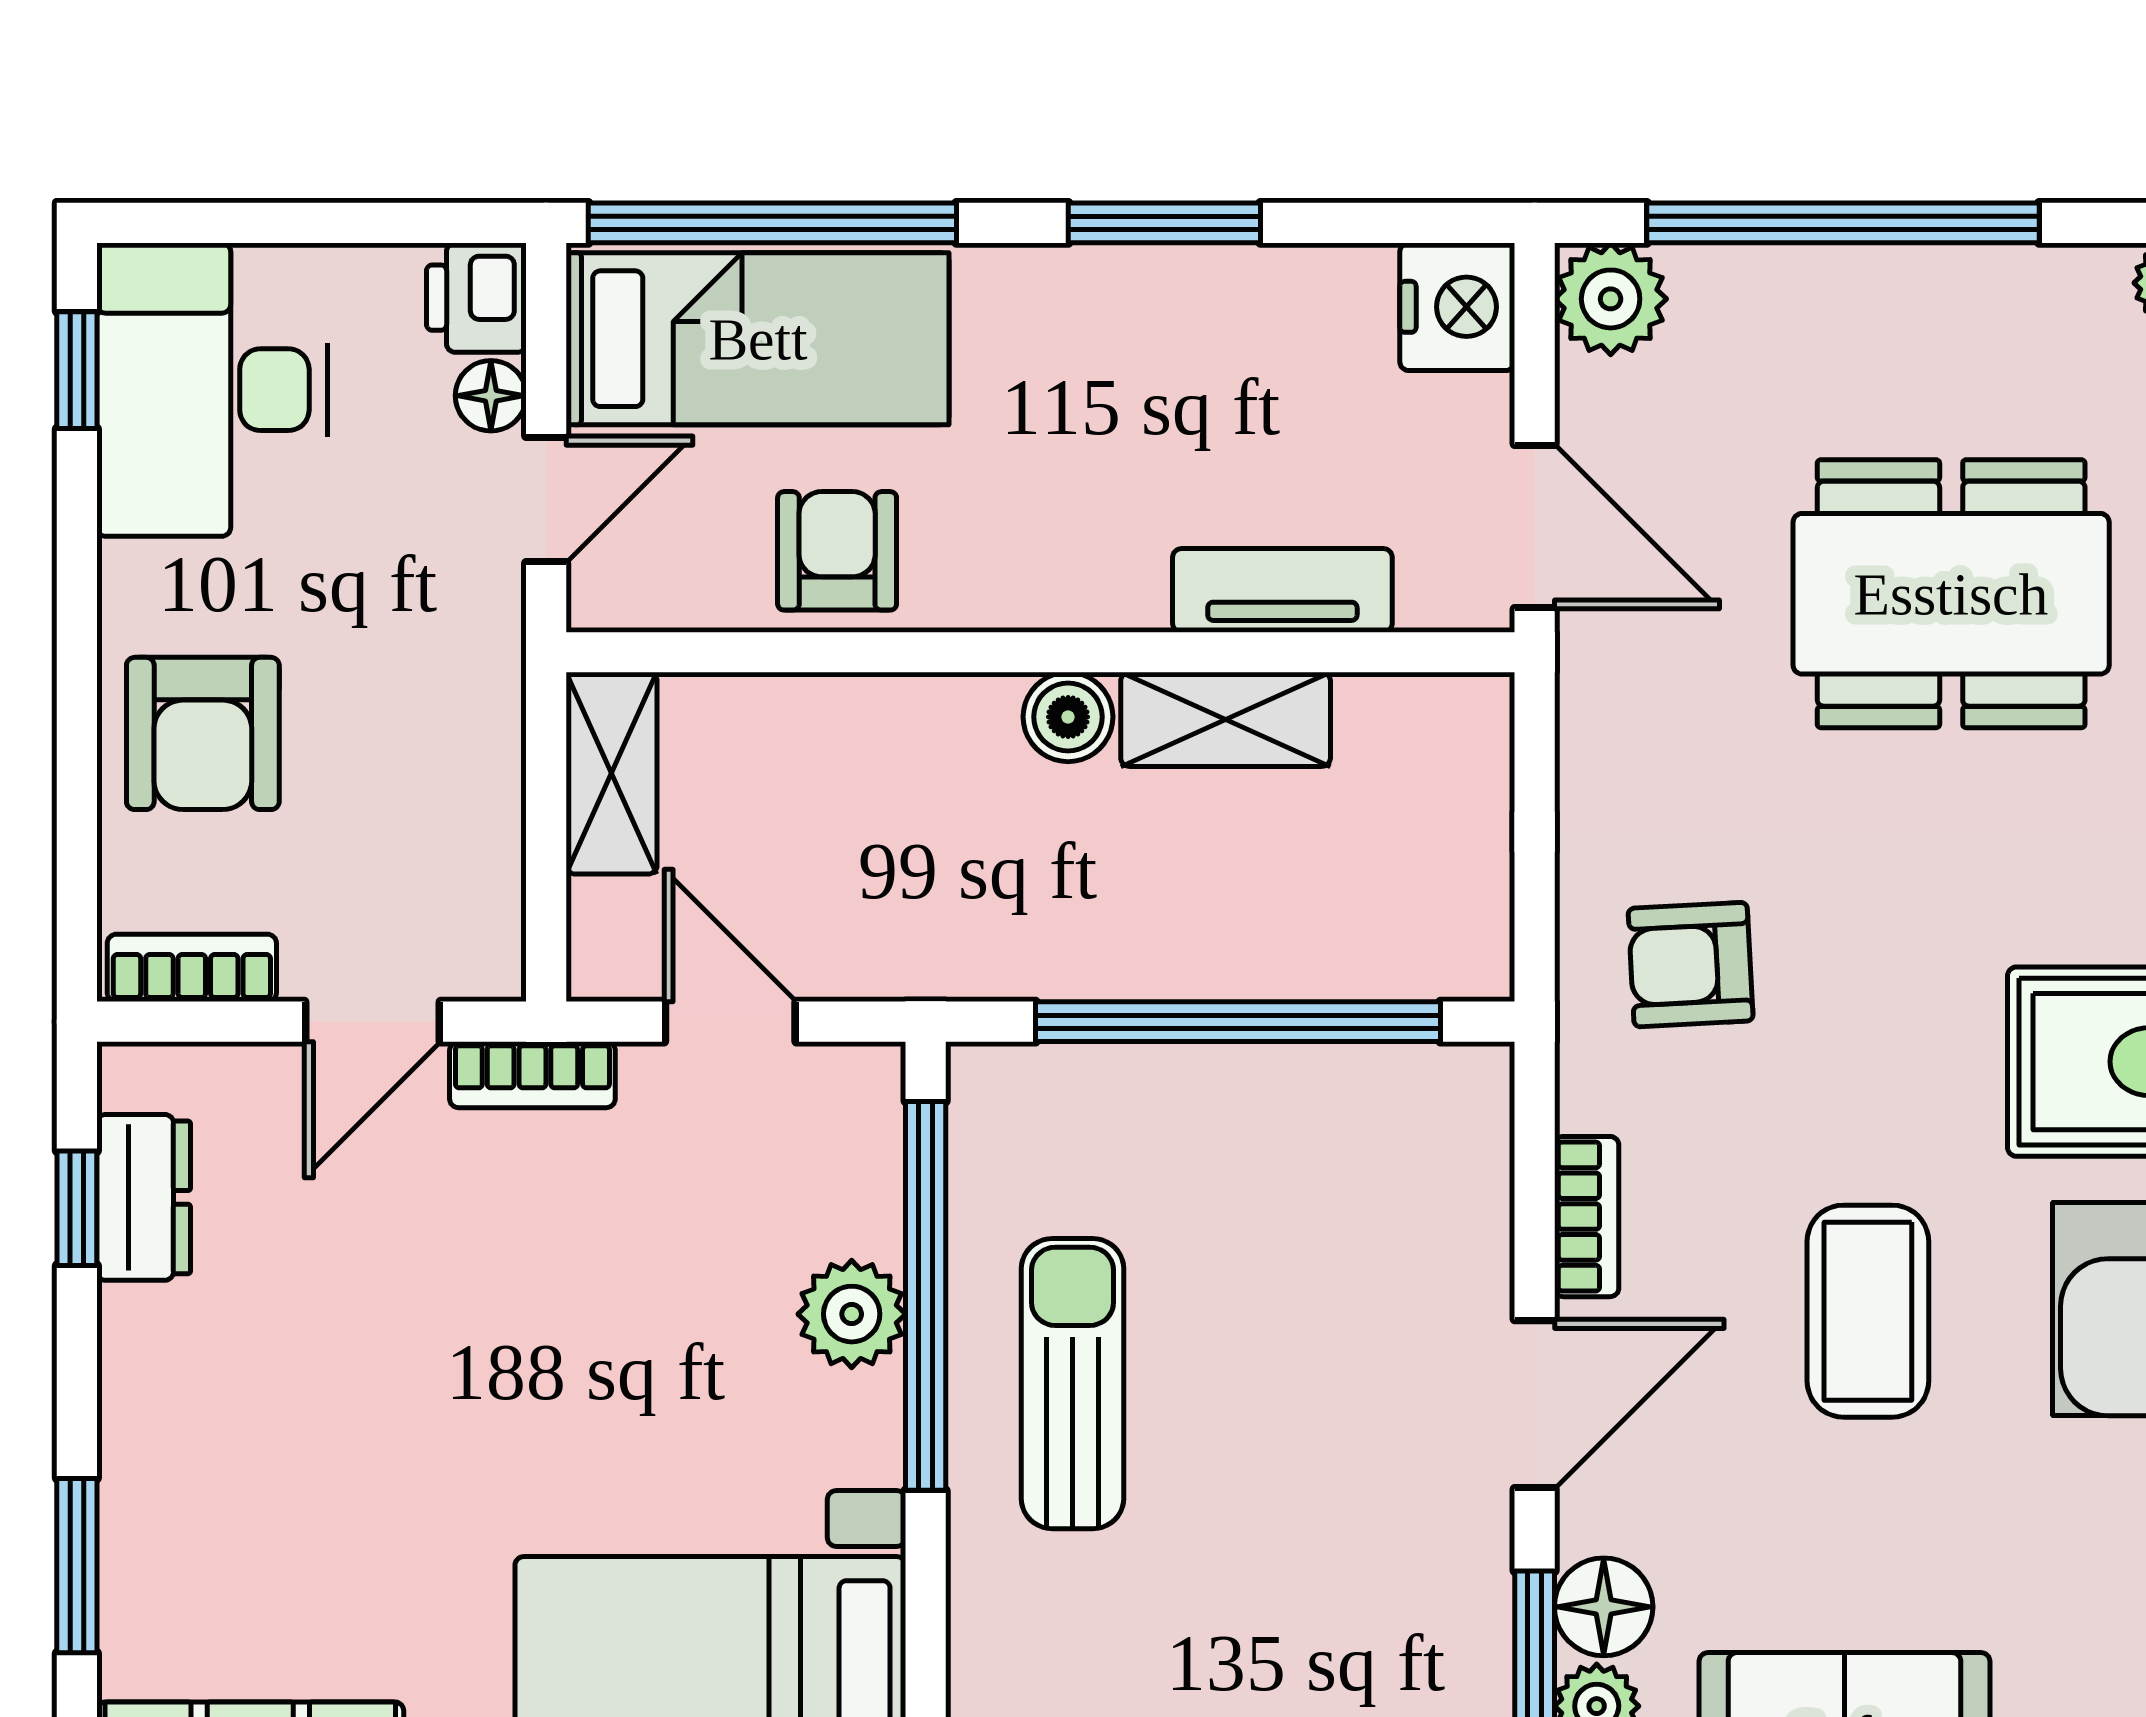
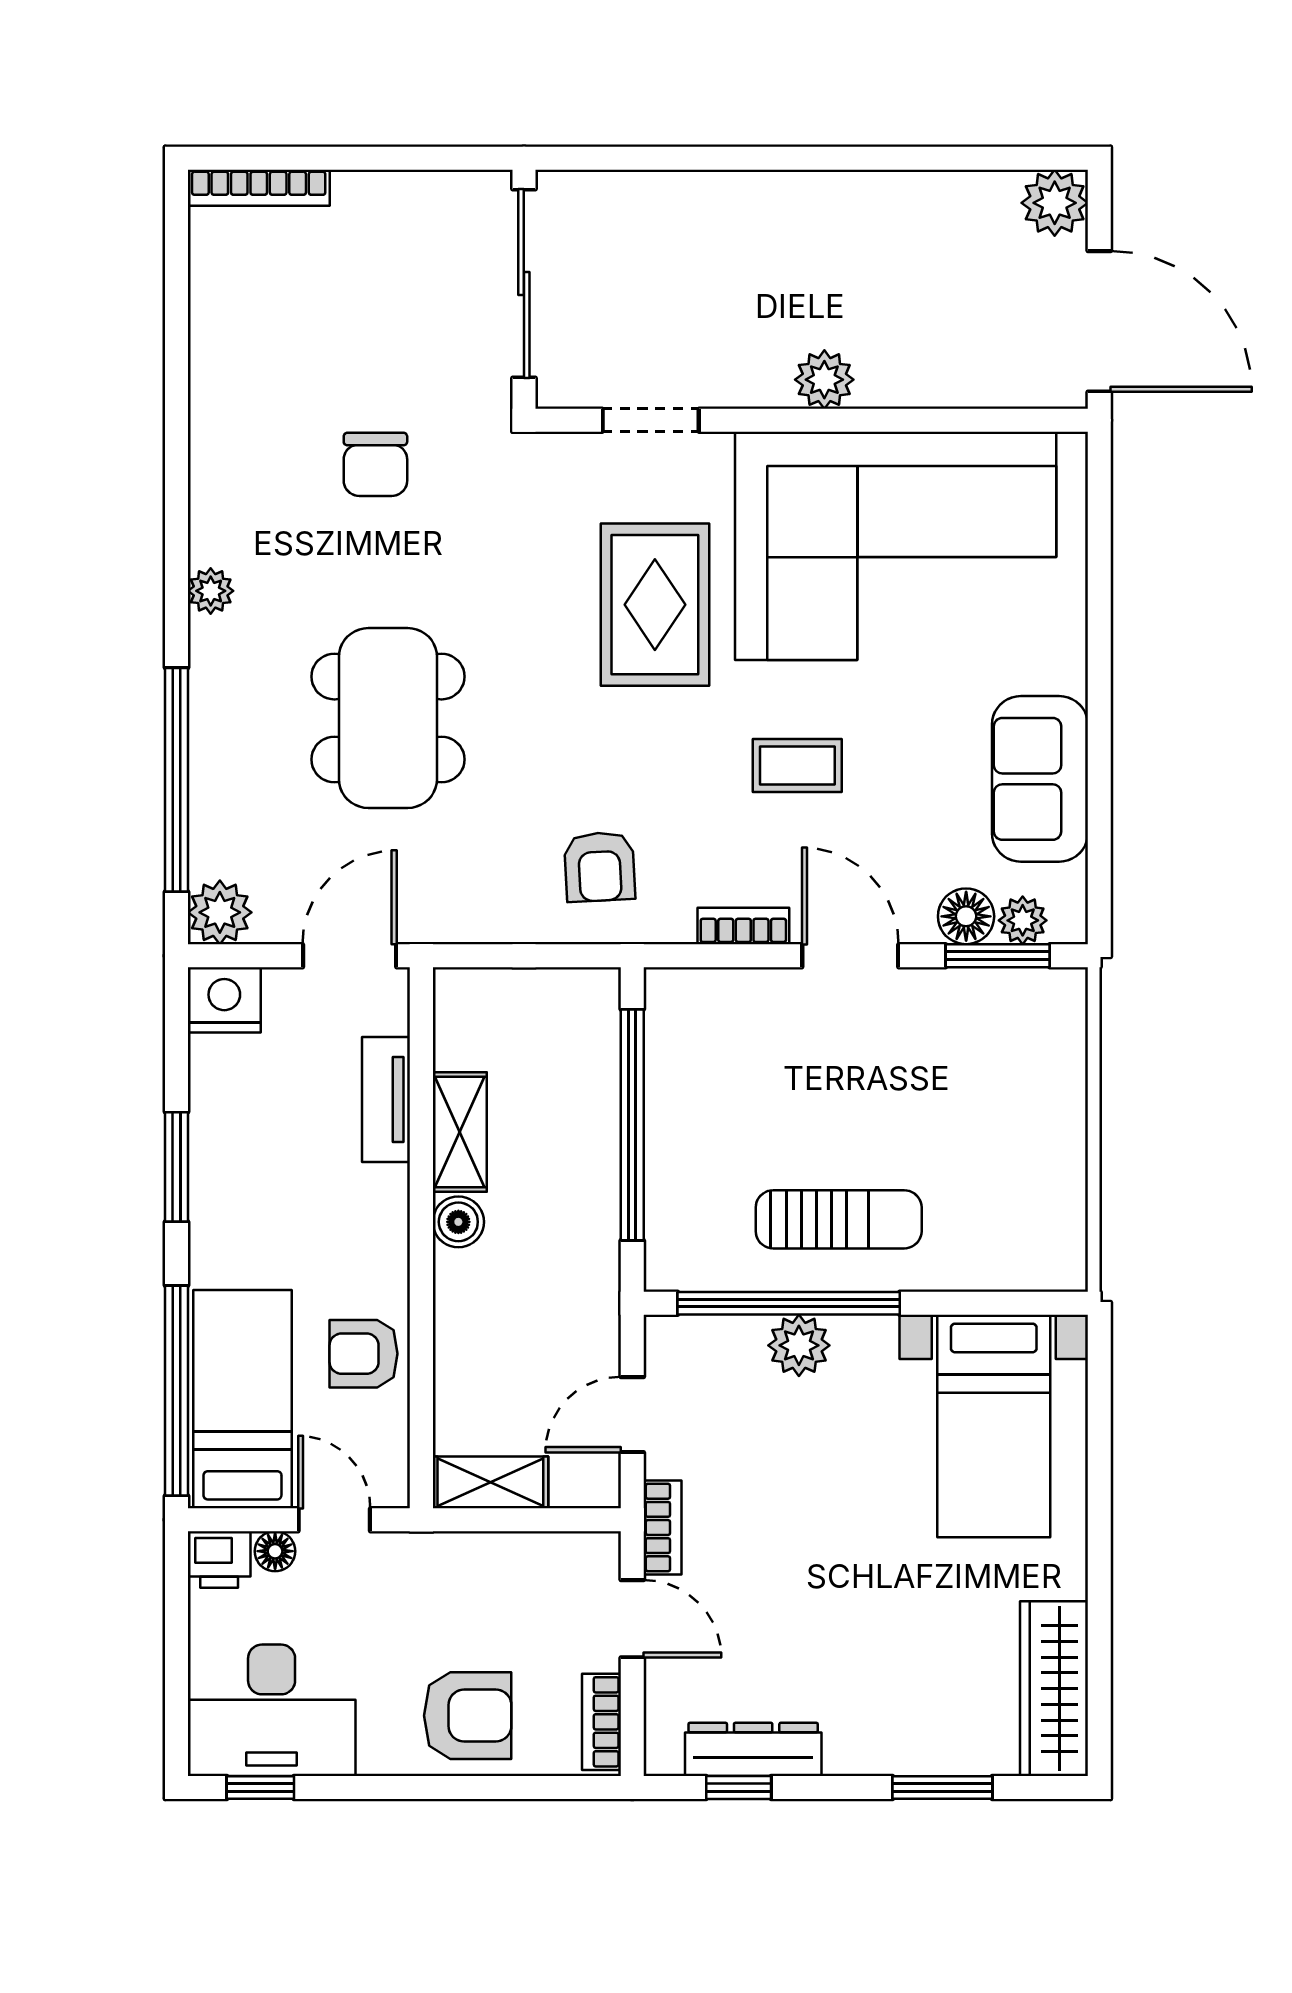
dresser: (144, 1197) -> (753, 1749), width x1.44
coffee table: (1868, 1311) -> (797, 766), width x0.73, depth x0.77
sun lounger: (1073, 1384) -> (839, 1219), turned 180

